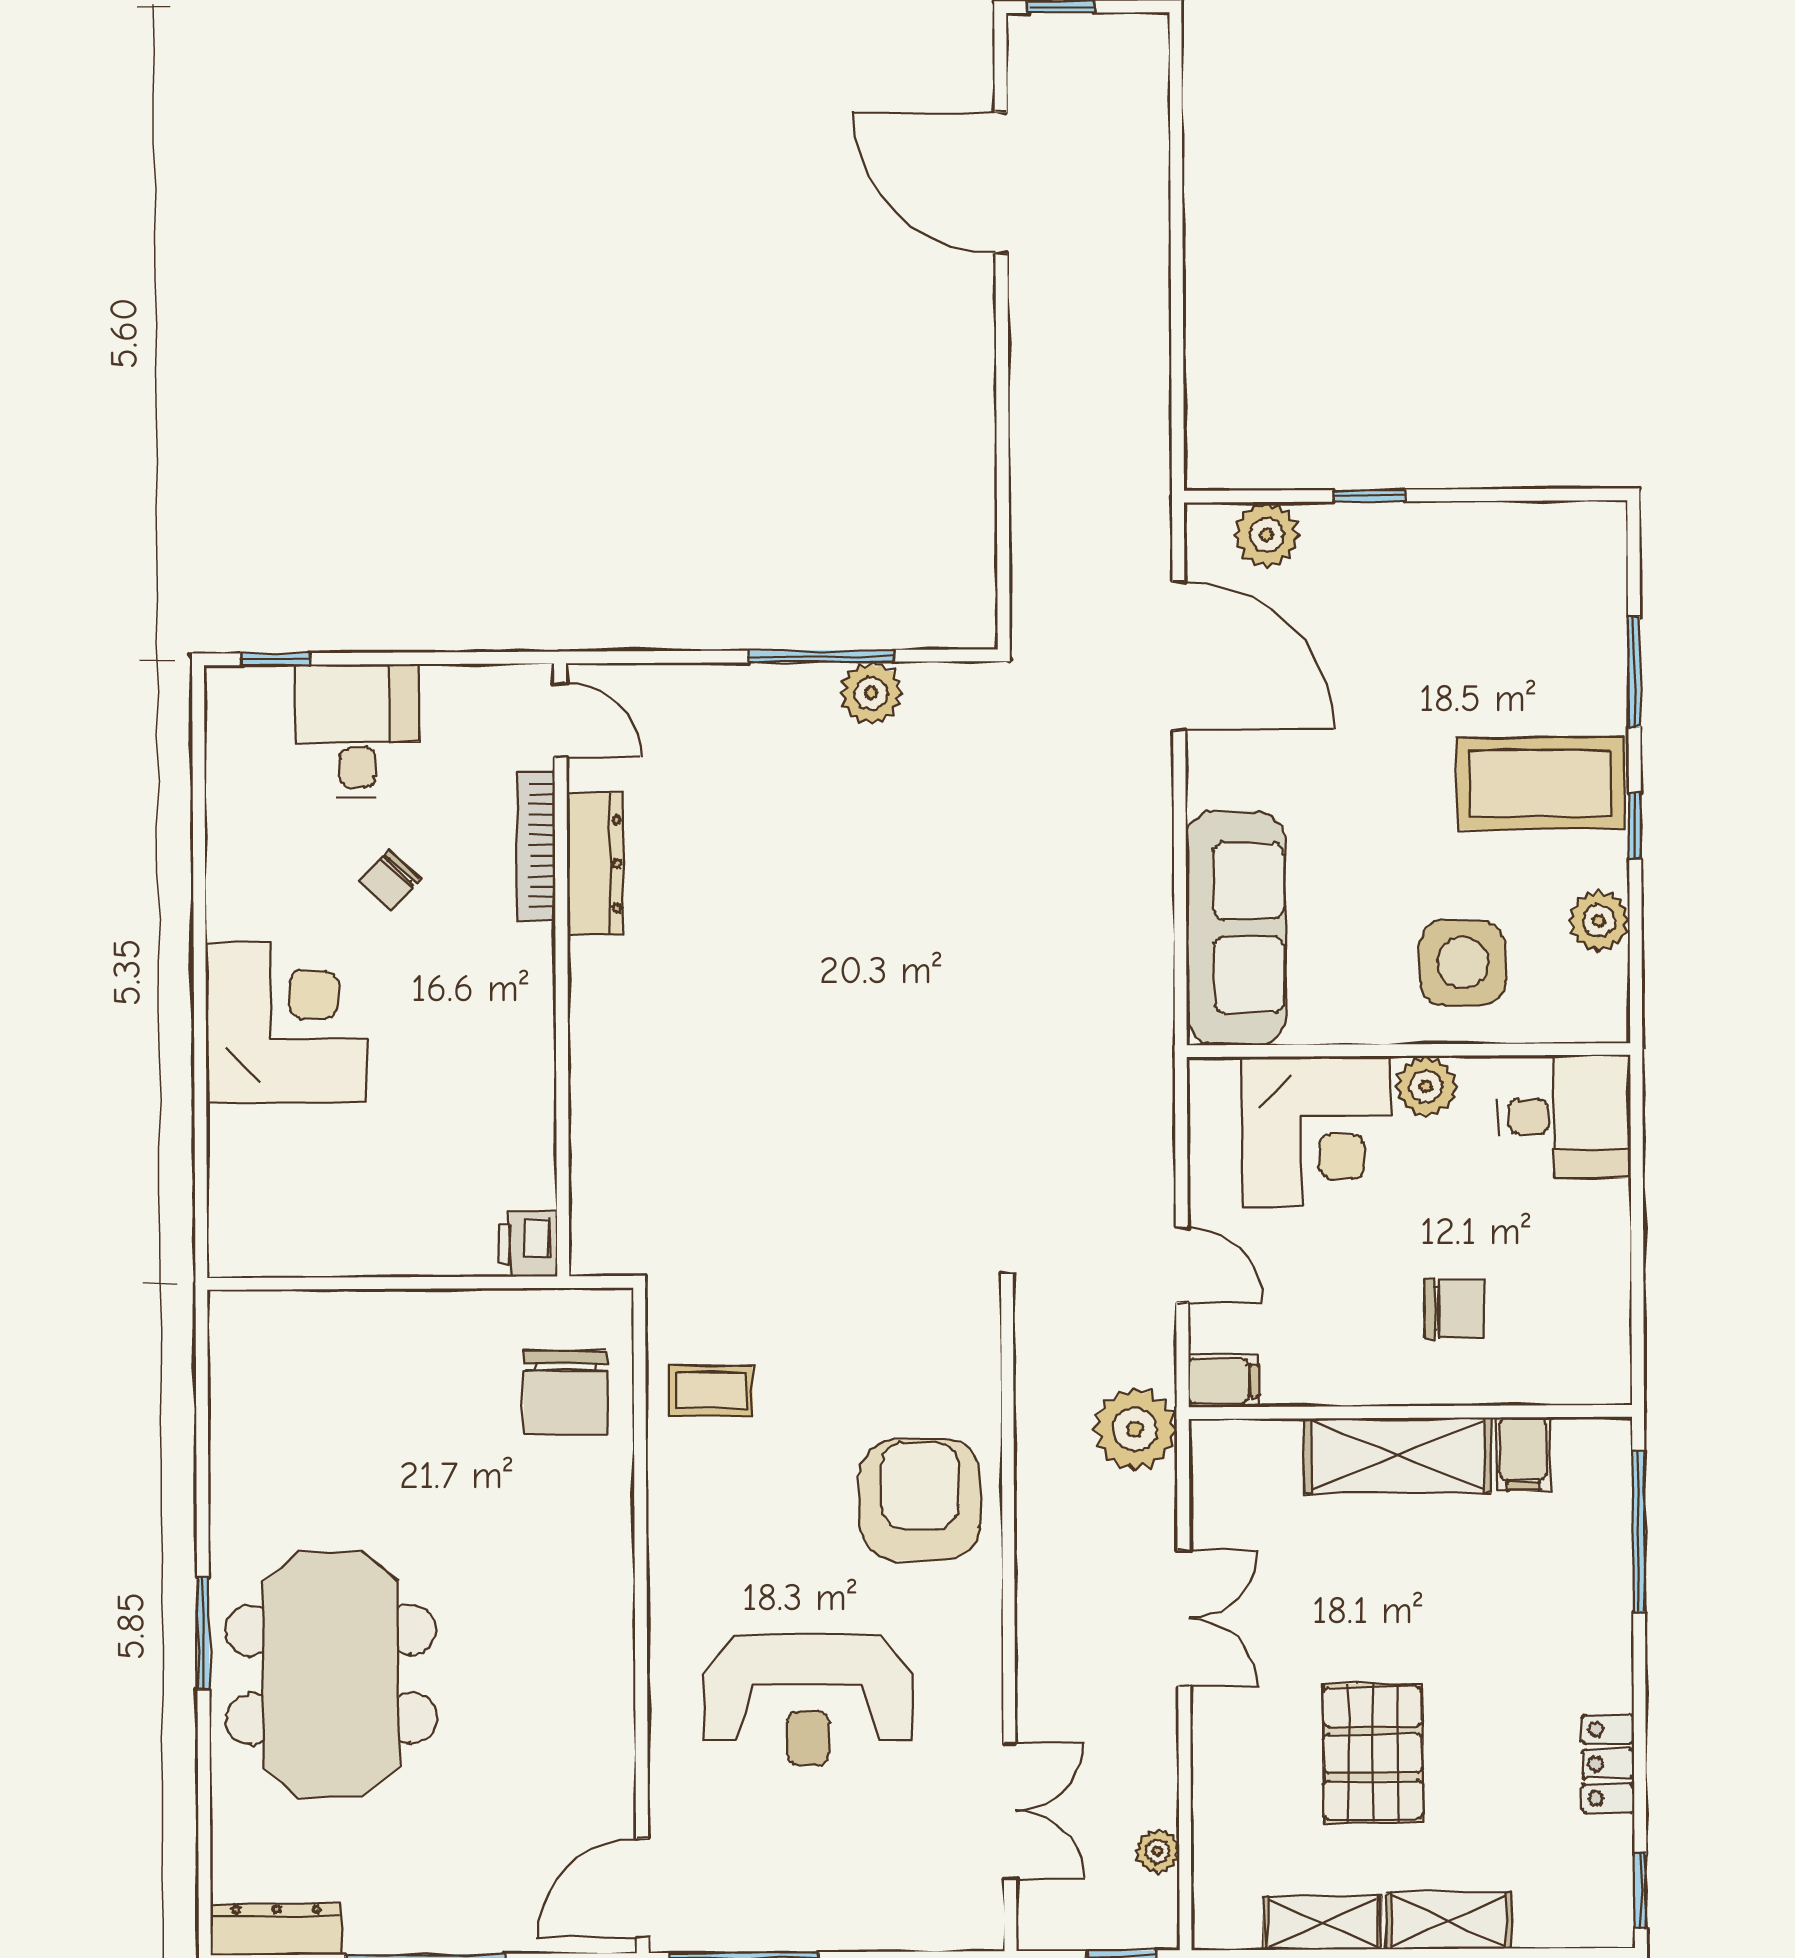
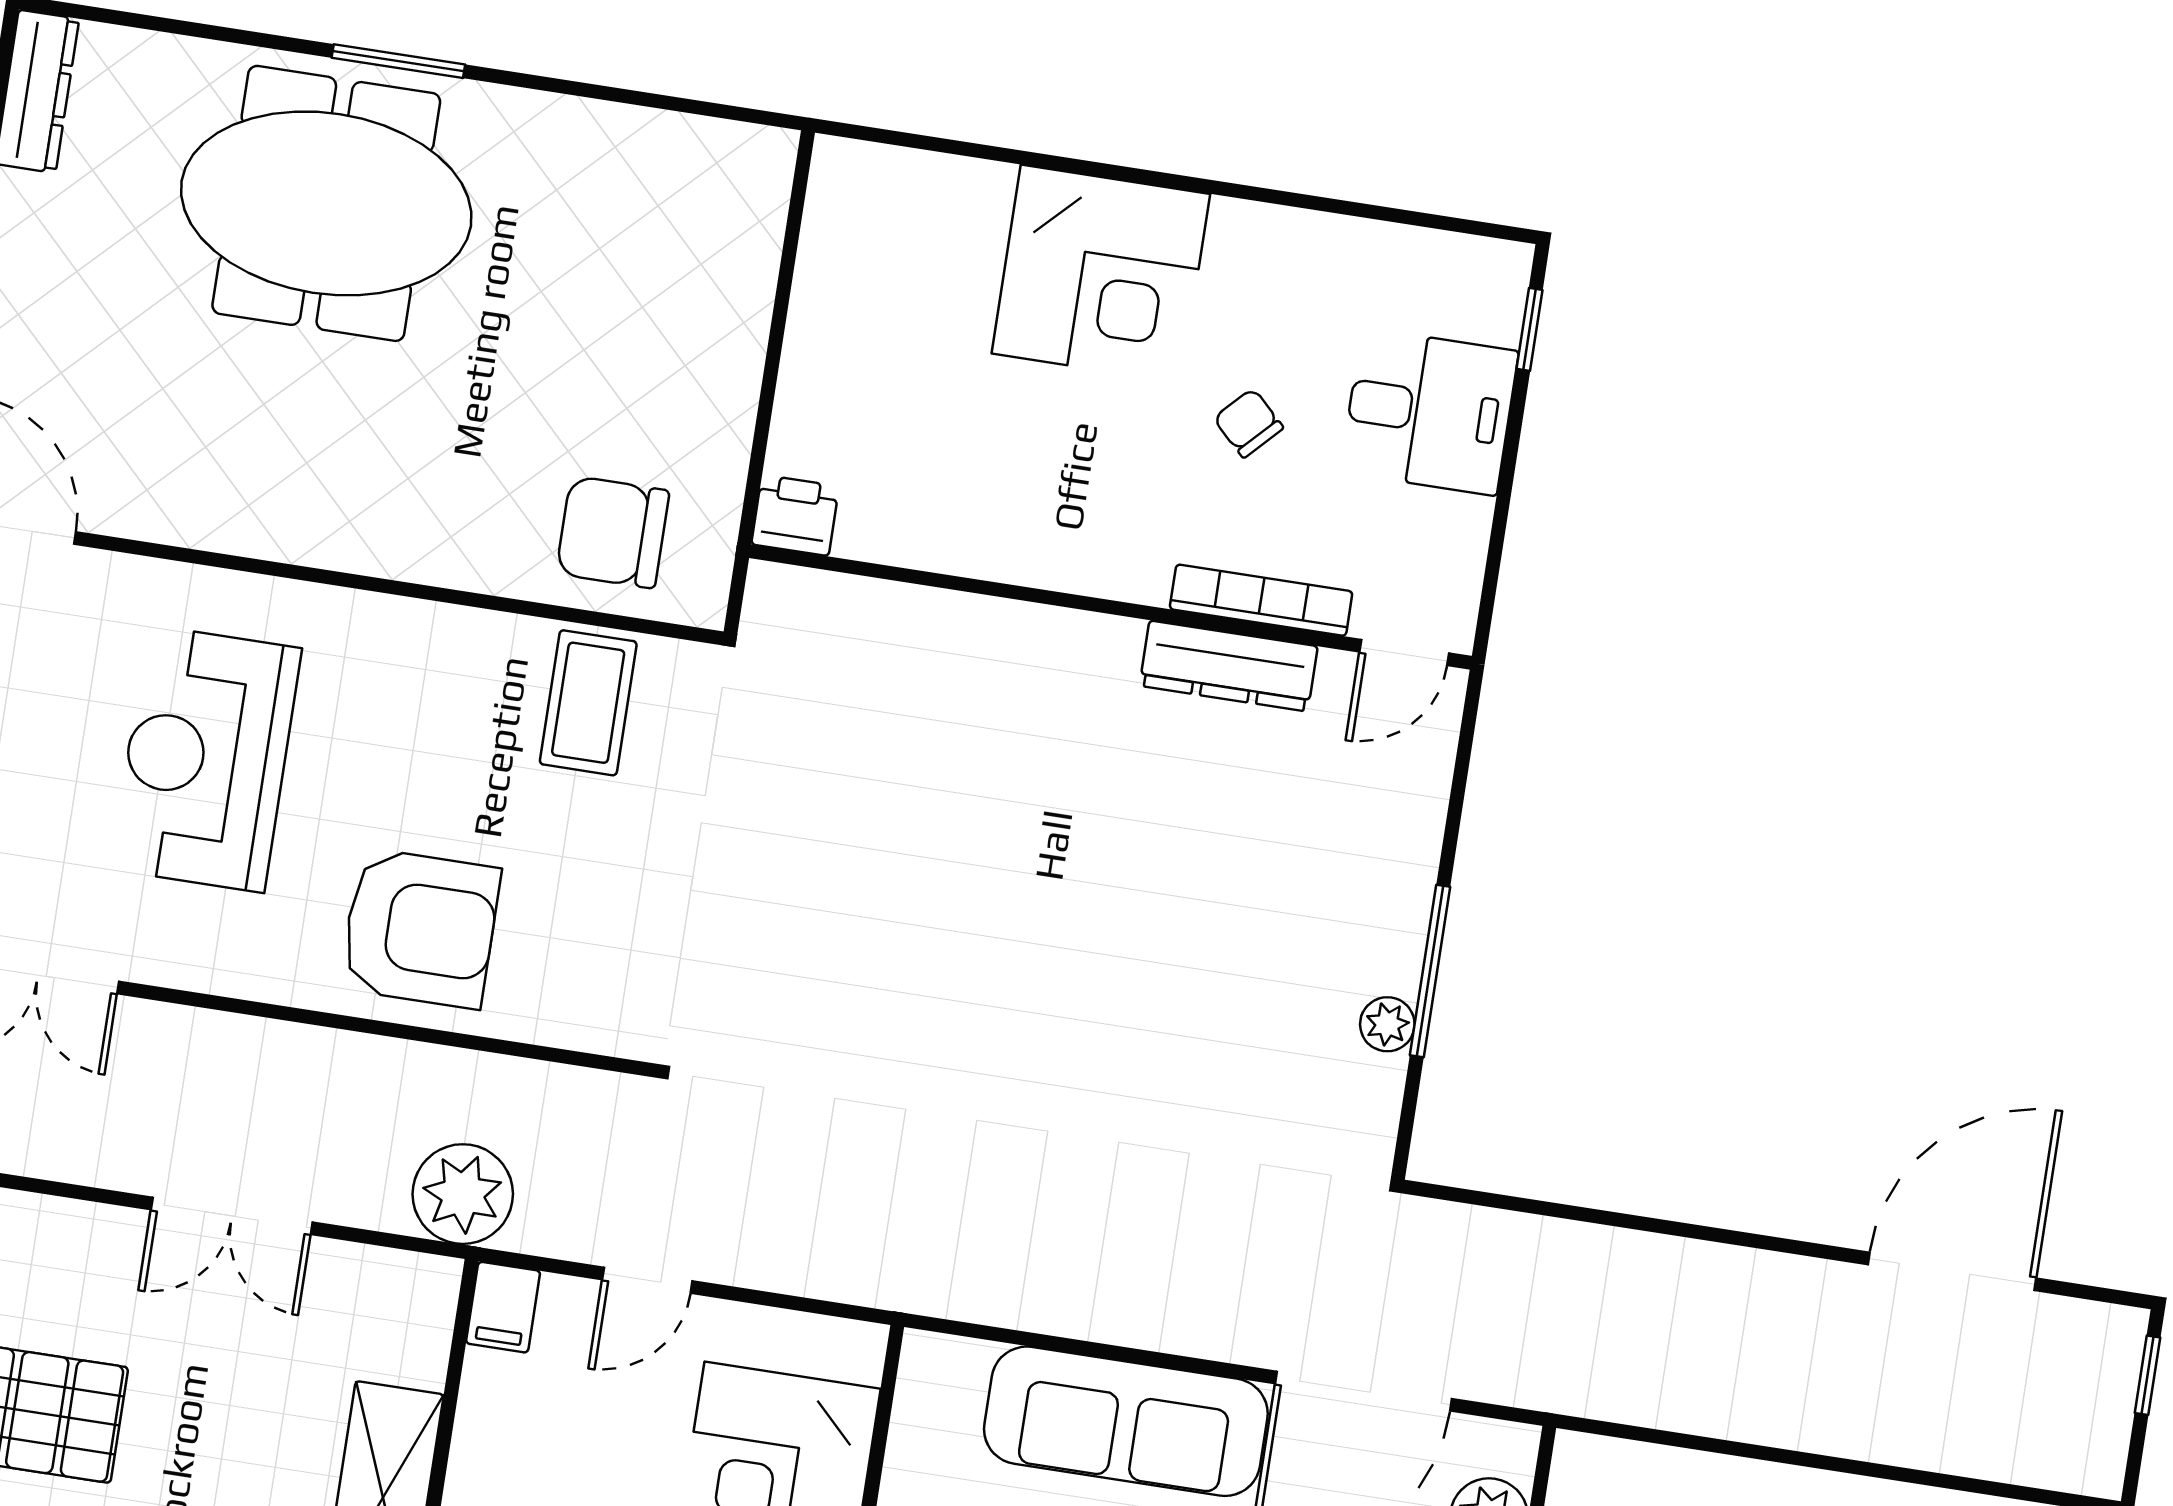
plant: (871, 693) -> (1387, 1024), width x0.73, depth x0.73
sofa: (1236, 928) -> (1126, 1421), moved
coffee table: (711, 1391) -> (588, 703), width x1.36, depth x1.30

